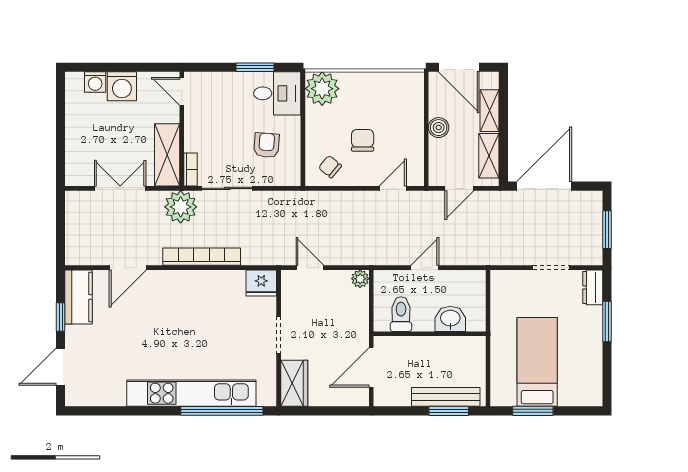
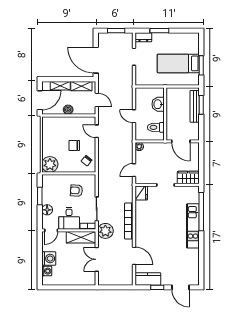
floor lamp: (226, 83) -> (47, 210), added
desk: (277, 93) -> (69, 218), moved, turned 180
kitchen unit: (191, 393) -> (193, 226), width x0.73

